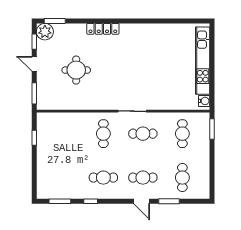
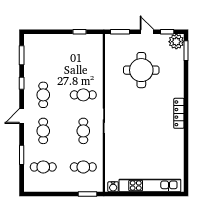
locker: (103, 29) -> (179, 113), moved
door: (34, 64) -> (147, 32), hinge flipped
round table: (76, 70) -> (141, 70), width x1.36, depth x1.36
door: (142, 201) -> (22, 116), moved

